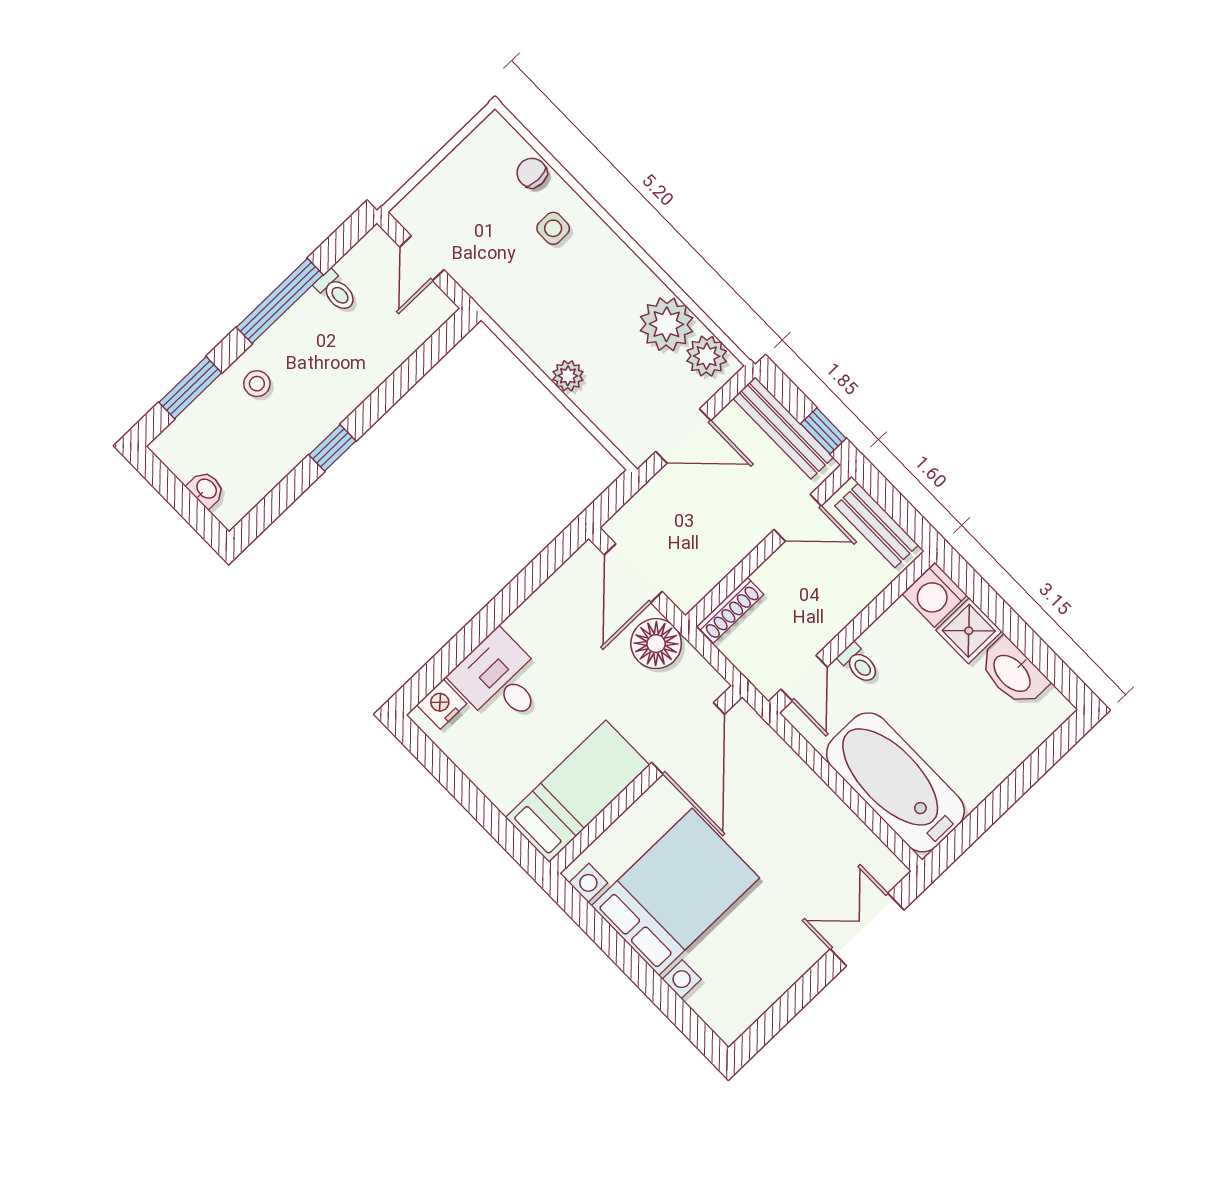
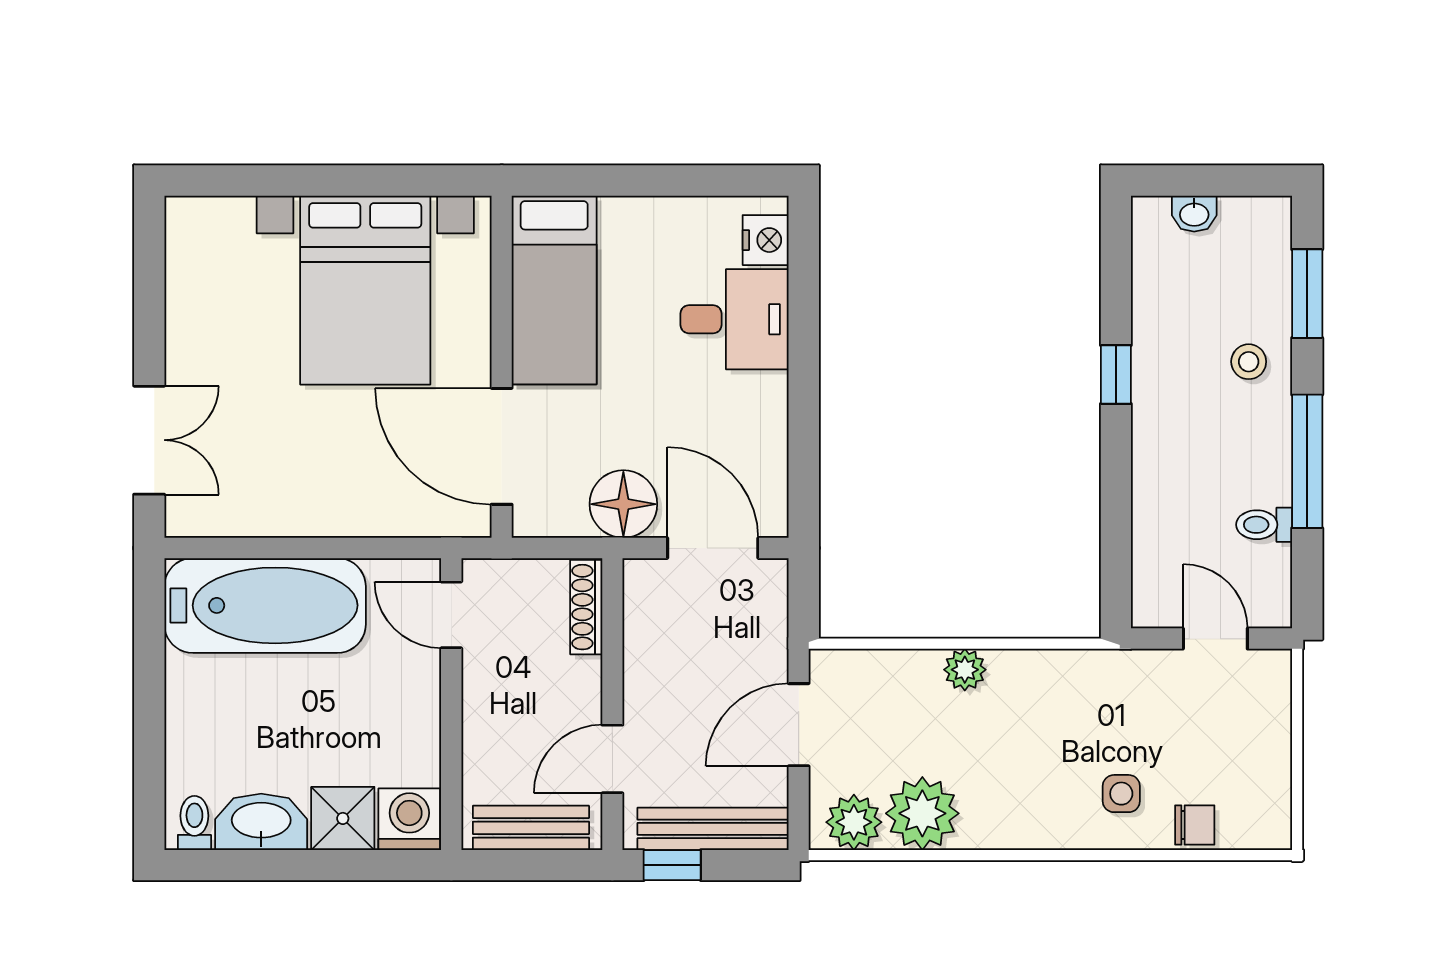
toilet: (859, 664) -> (194, 823), moved, turned 90

